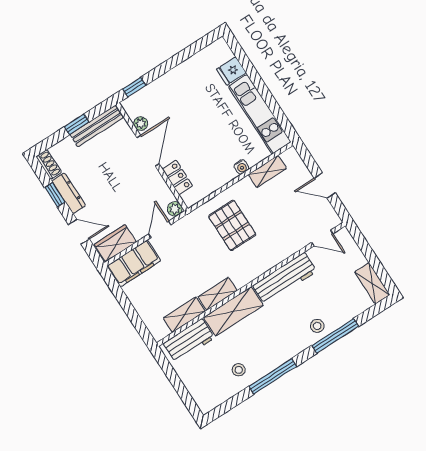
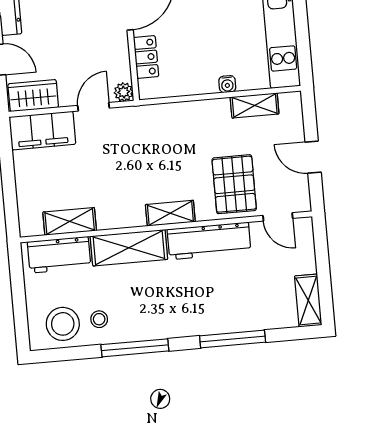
pallet: (232, 225) -> (234, 184), moved
shelving: (218, 294) -> (170, 213), moved
stool: (317, 326) -> (63, 324), moved, width x1.89, depth x1.89

